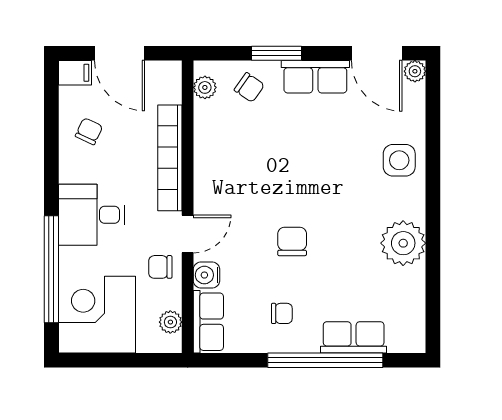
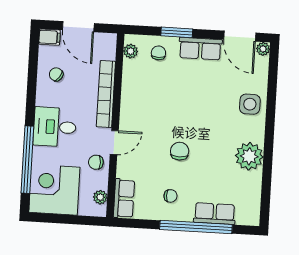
chair: (249, 87) -> (158, 53), turned -125
chair: (89, 131) -> (56, 74), turned -81
water cooler: (206, 275) -> (125, 169), removed

